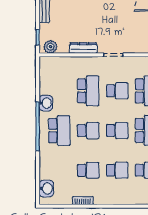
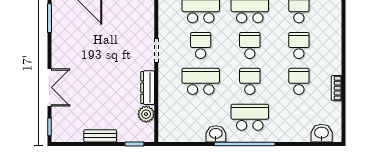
plant: (51, 47) -> (146, 114), moved

